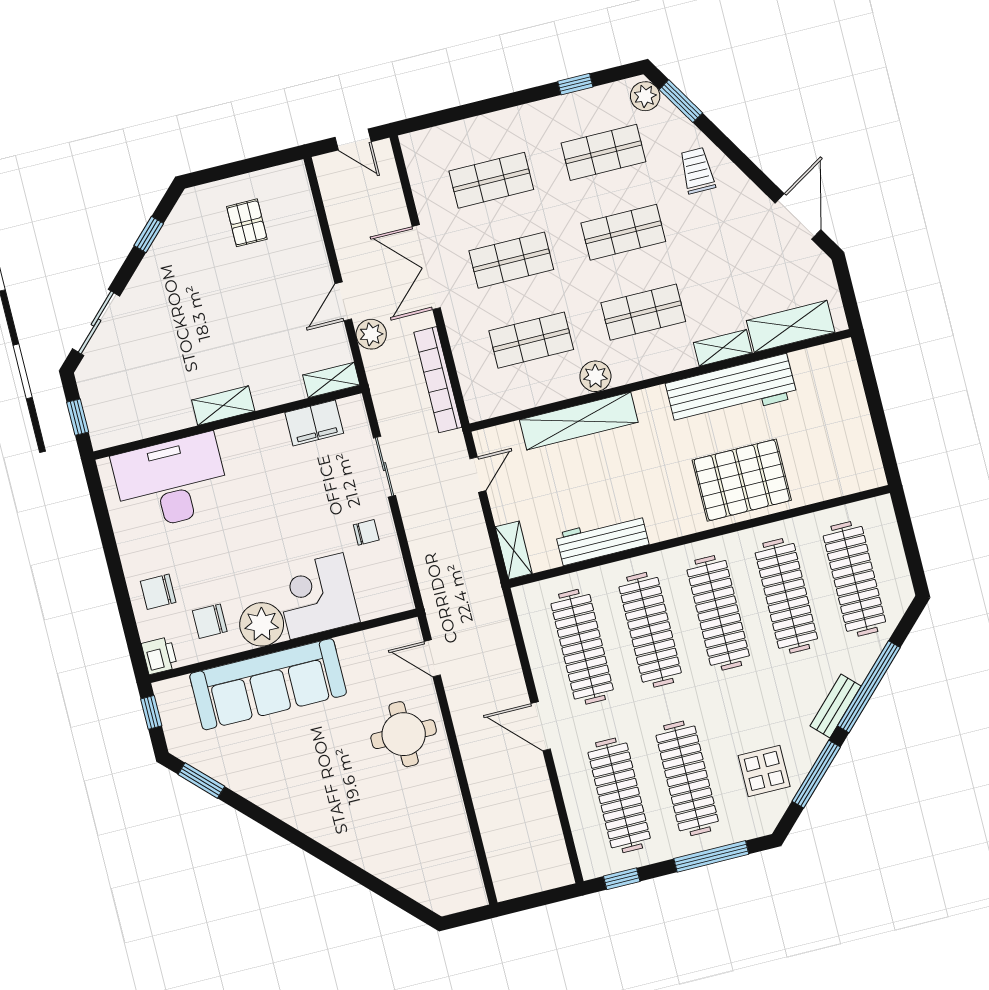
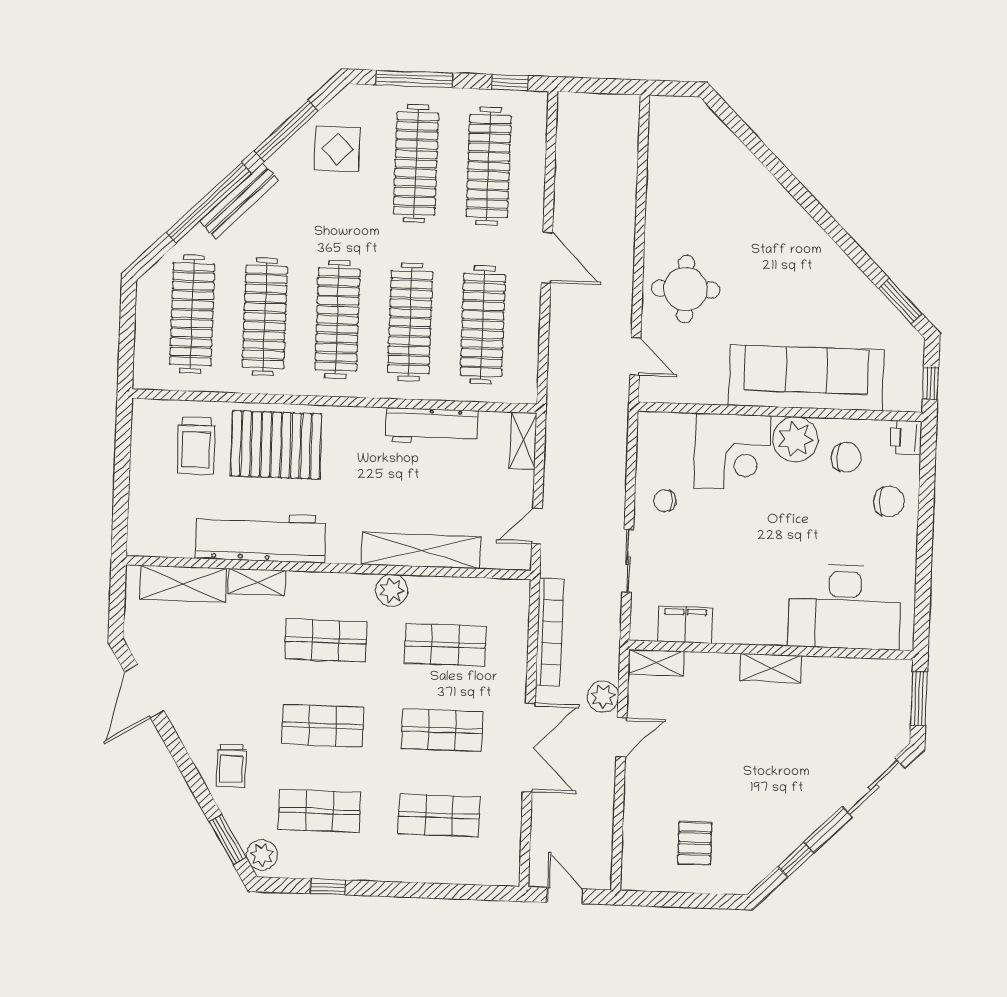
window: (78, 417) -> (919, 698), width x1.50
trolley: (815, 458) -> (196, 446), added
bench: (835, 706) -> (239, 201), width x1.36

